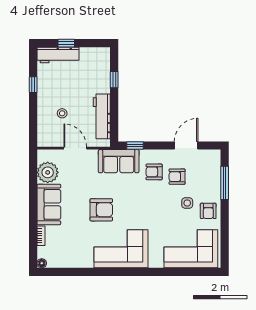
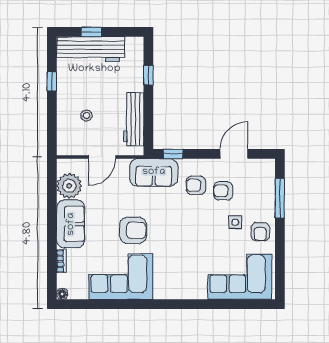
workbench: (58, 55) -> (91, 49), width x1.36, depth x1.32
door: (75, 148) -> (102, 157), swing flipped
corner sofa: (121, 249) -> (121, 277), moved

